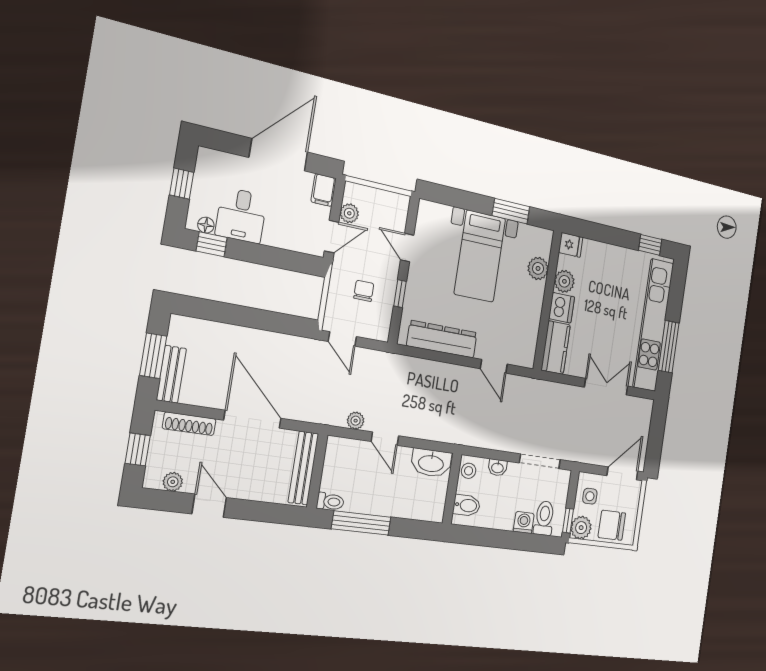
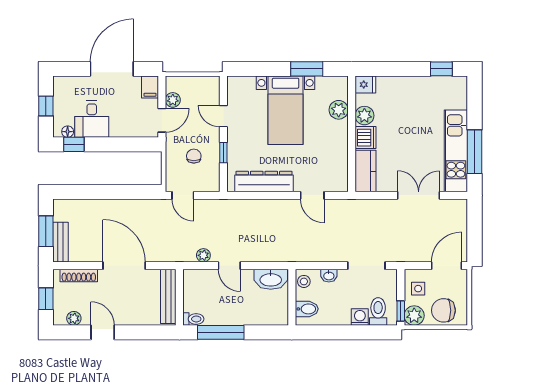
kitchen unit: (653, 325) -> (456, 151), width x0.73

